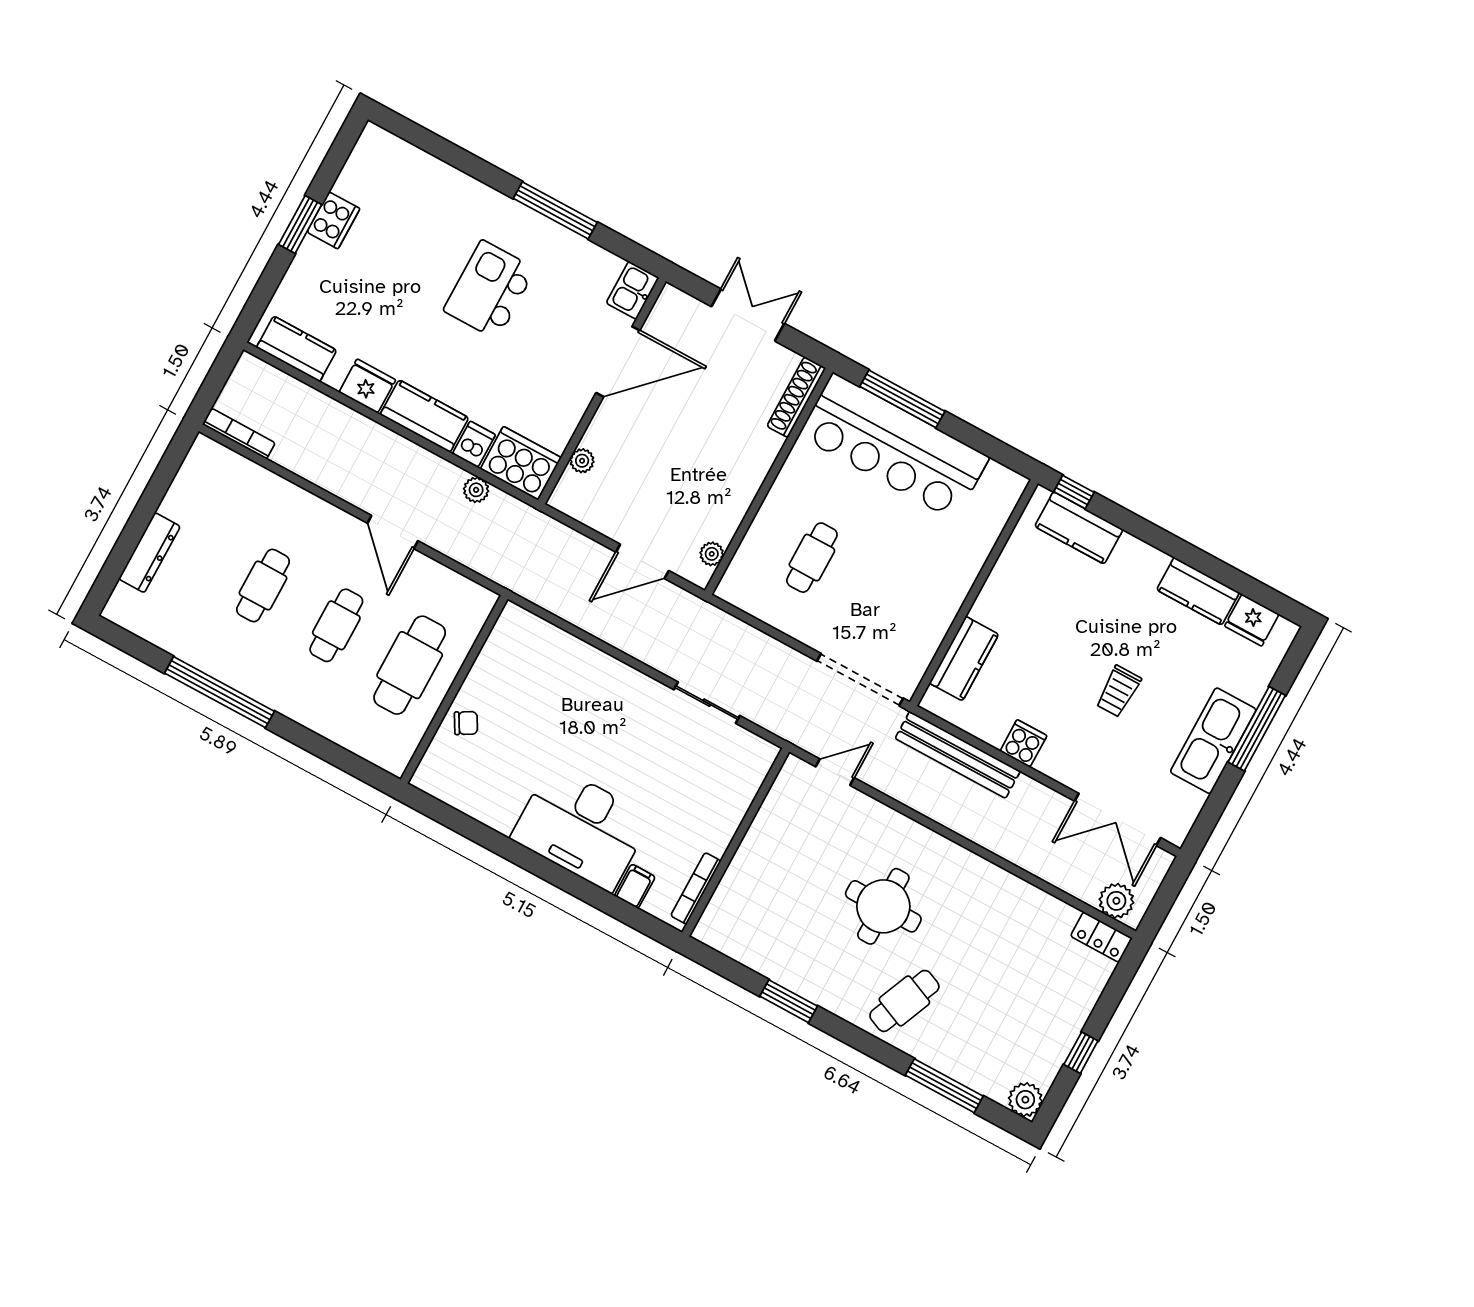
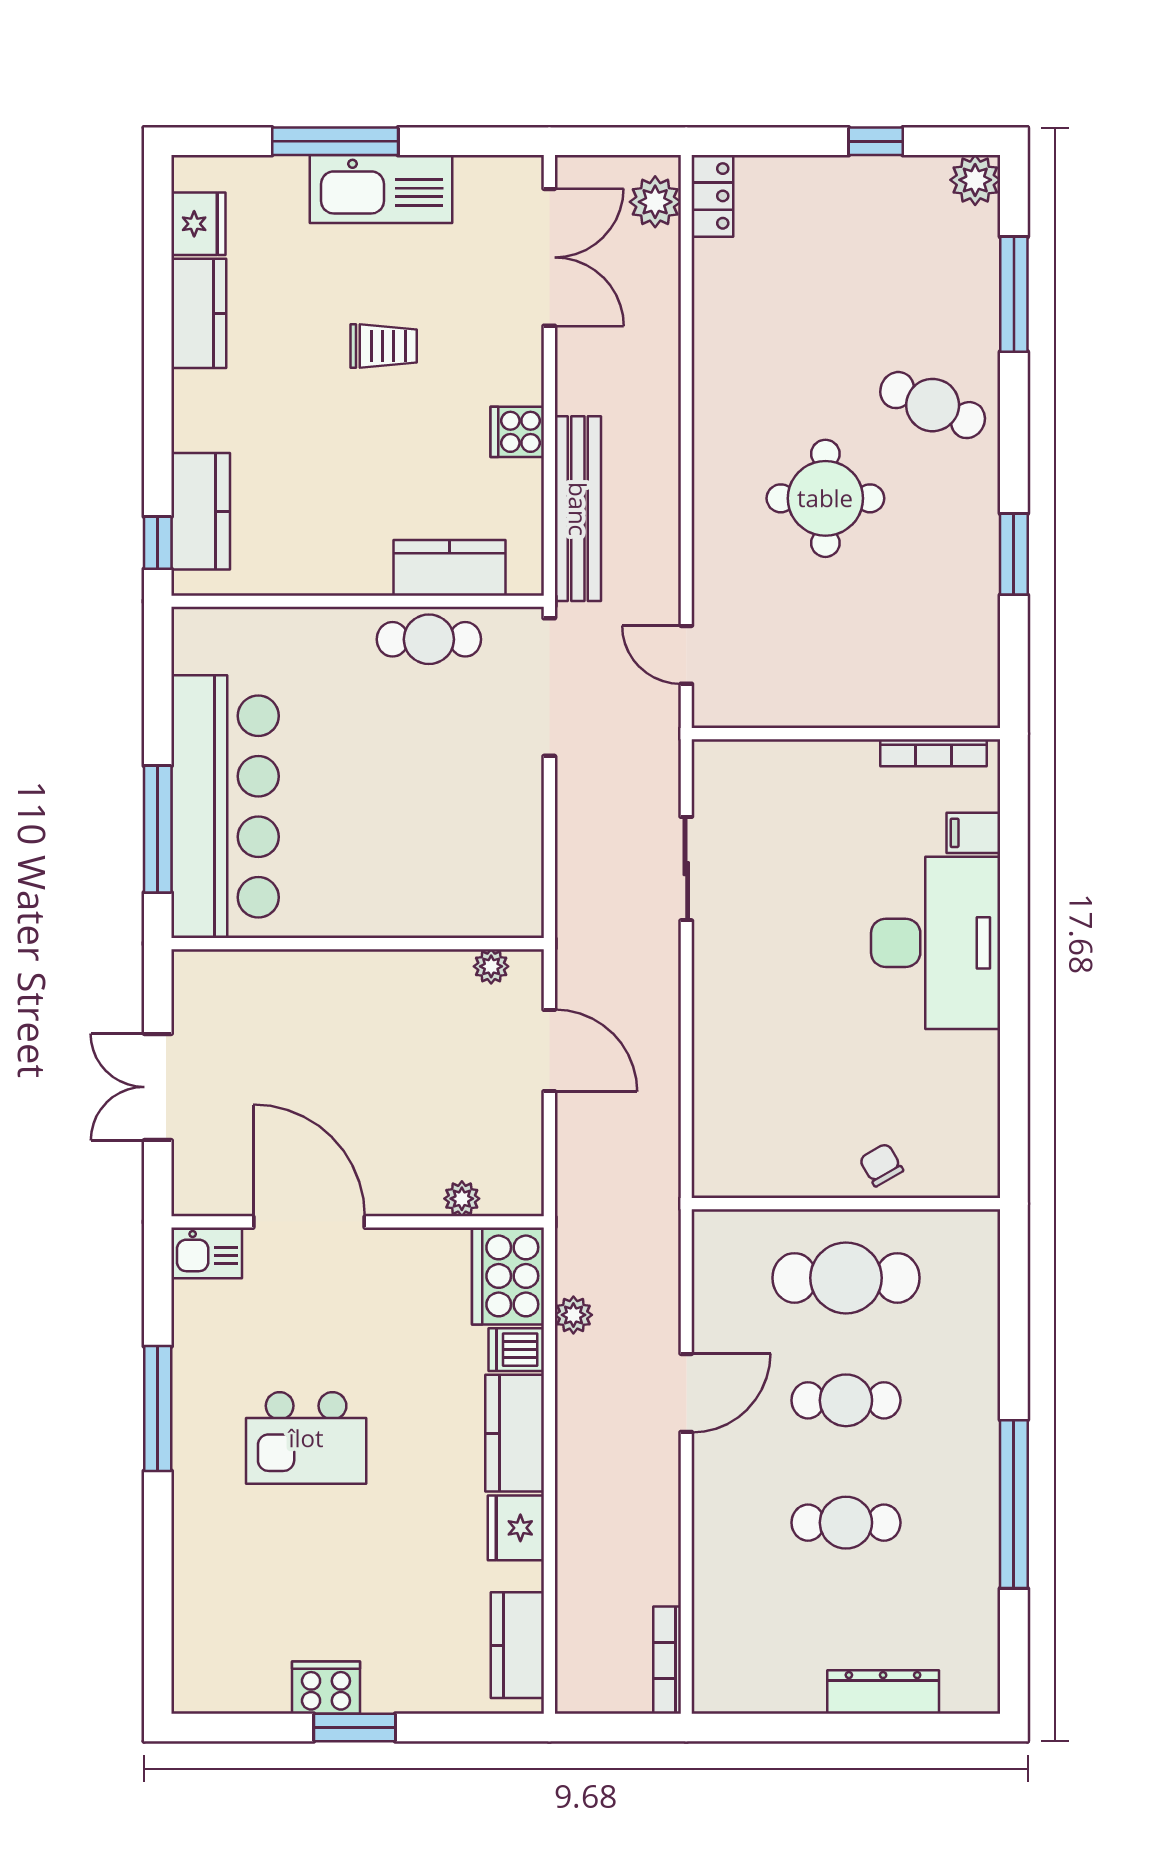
shoe rack: (796, 397) -> (230, 967), removed
cafe table: (812, 558) -> (429, 639), moved

